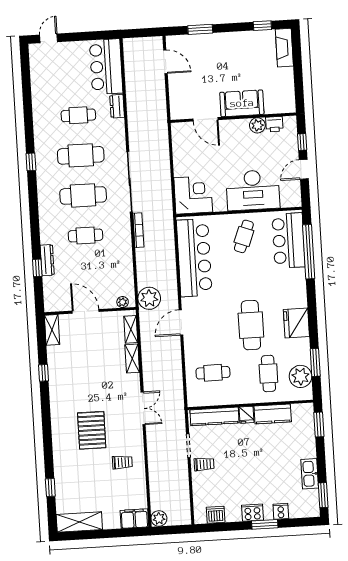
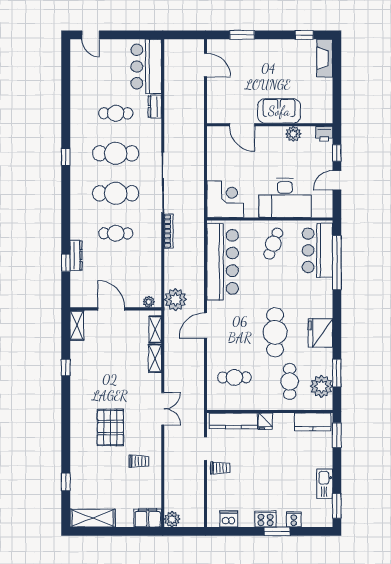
door: (49, 38) -> (91, 35), swing flipped
printer: (274, 124) -> (324, 134), moved
kitchen counter: (273, 414) -> (313, 422), moved

